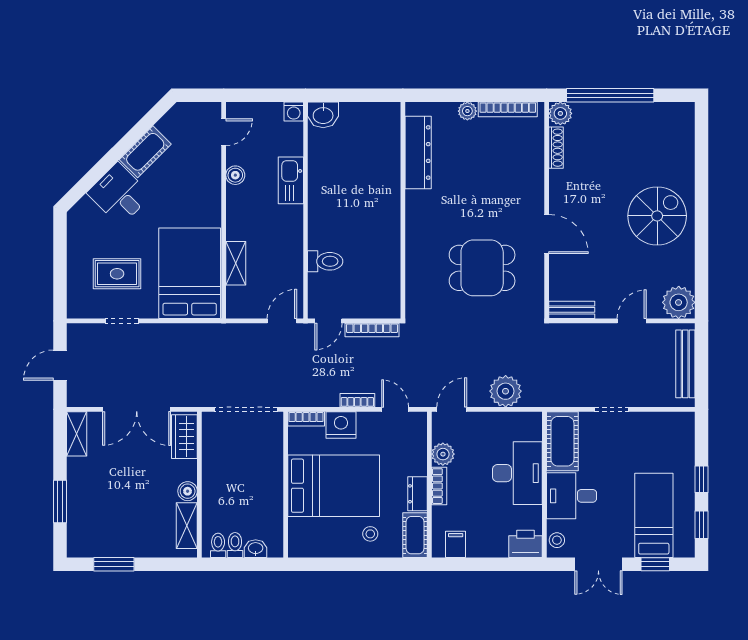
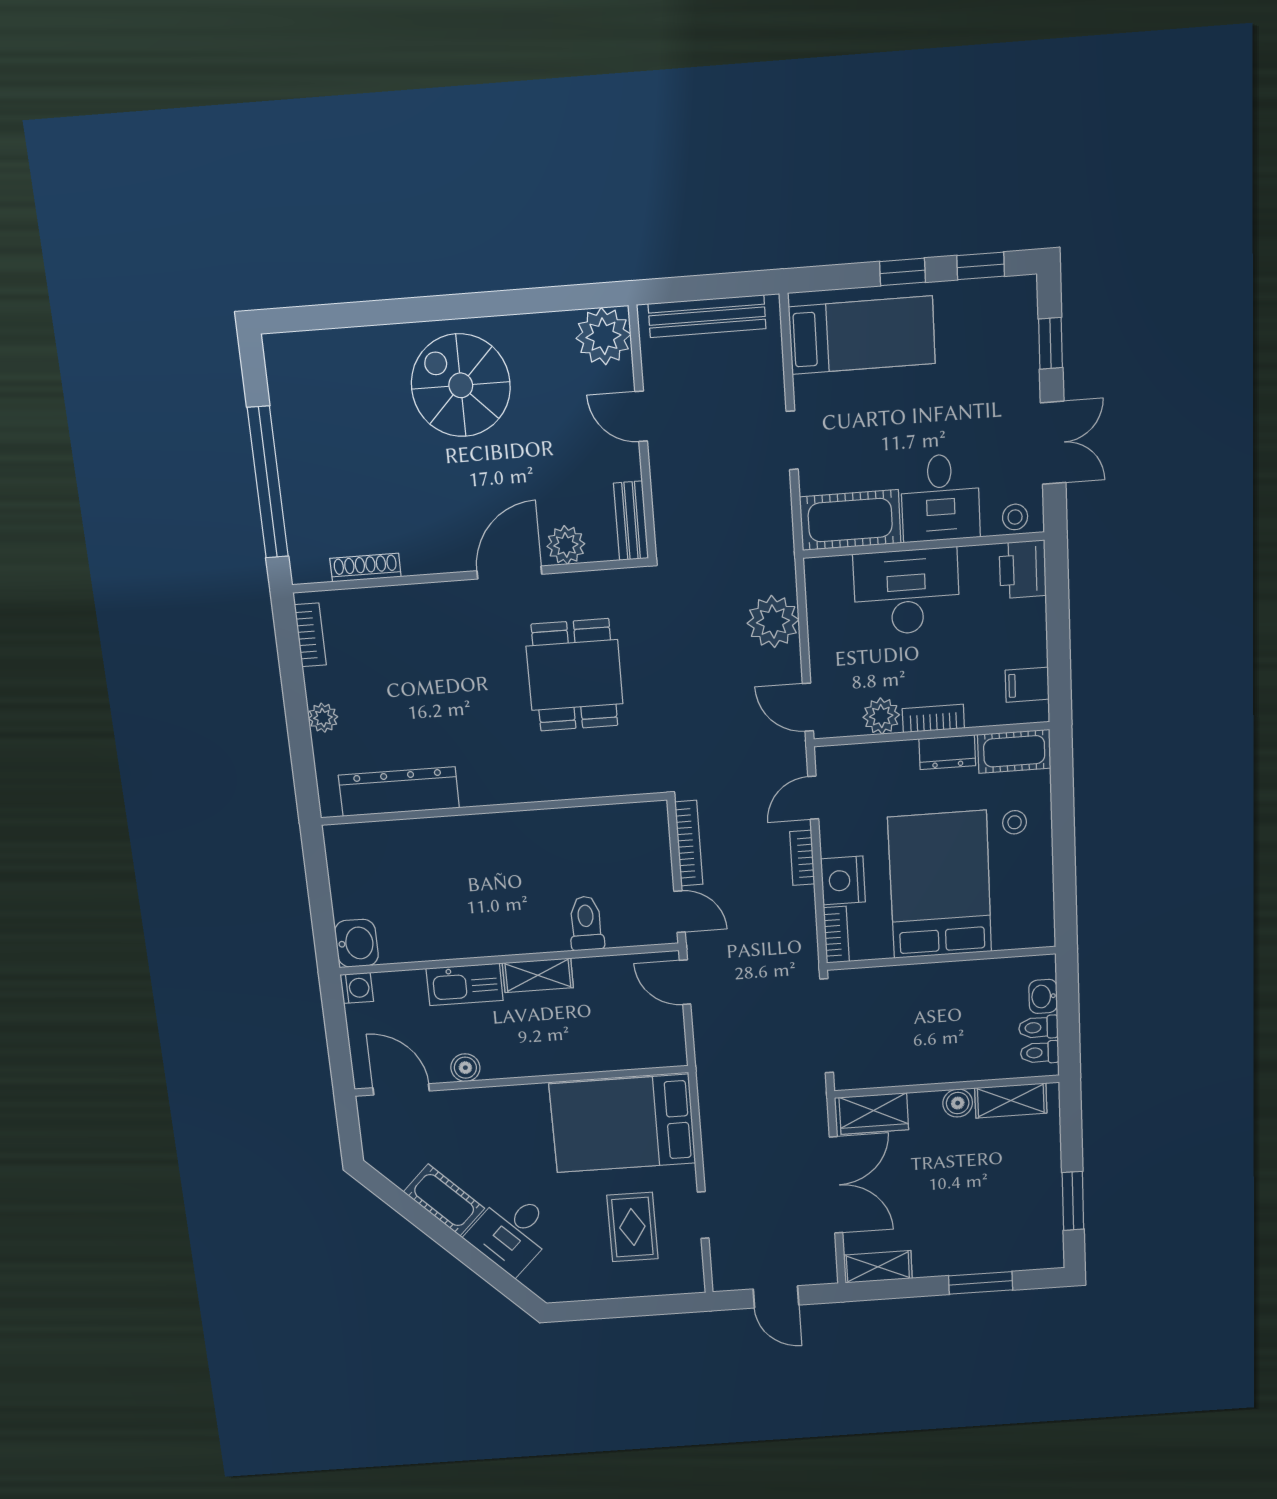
bookcase: (508, 109) -> (310, 635), width x0.64
plant: (560, 113) -> (566, 545), moved
door: (224, 132) -> (401, 1089), width x1.38
shelving: (236, 263) -> (538, 975), moved
bed: (654, 515) -> (862, 335), moved, turned 180

